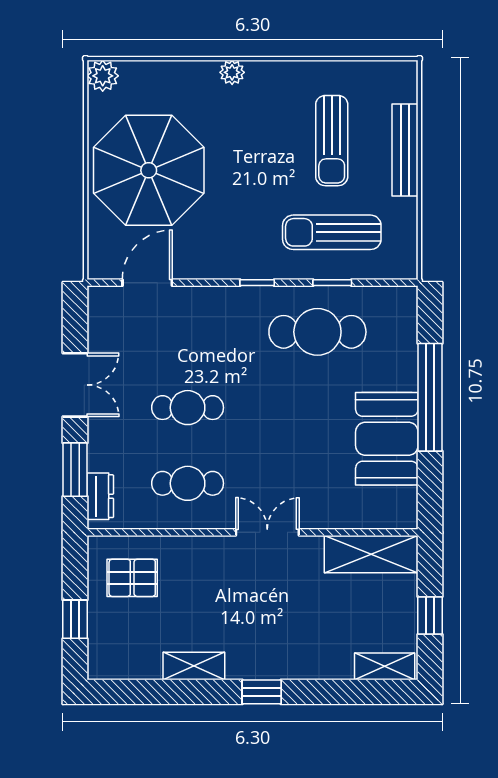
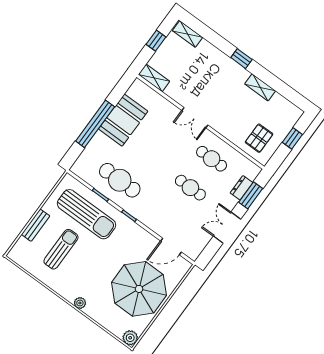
bench: (405, 150) -> (36, 225), width x0.73
sun lounger: (332, 232) -> (87, 214), width x1.36, depth x1.34
dresser: (100, 496) -> (241, 188), moved
shelving: (371, 554) -> (154, 78), width x0.67, depth x0.75
pallet: (132, 578) -> (259, 138), turned 90

